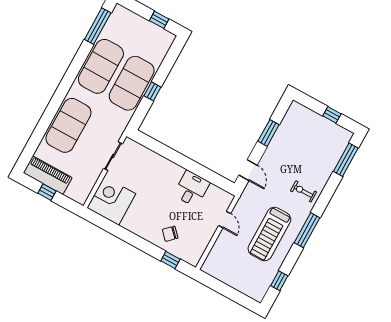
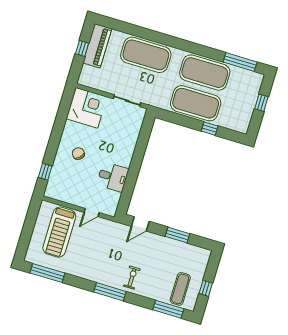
window: (159, 20) -> (261, 103), moved
window: (152, 91) -> (210, 129), moved
exercise mat: (327, 142) -> (180, 289), added
window: (307, 230) -> (110, 292), moved
chair: (170, 234) -> (78, 154), moved
treadmill: (269, 234) -> (59, 232), moved, turned -90
window: (279, 281) -> (47, 273), width x2.17

